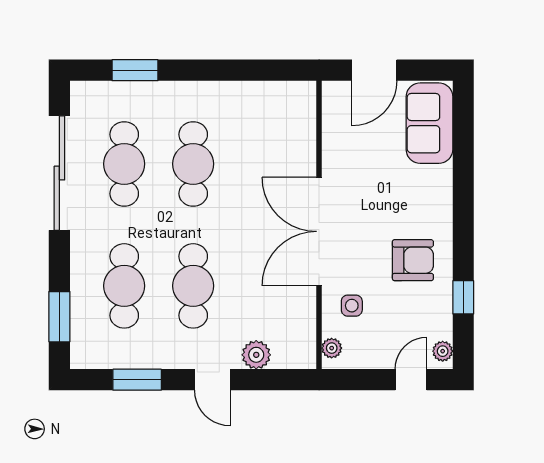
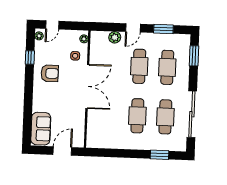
armchair: (413, 260) -> (50, 73), turned 180
door: (212, 380) -> (133, 28), swing flipped

